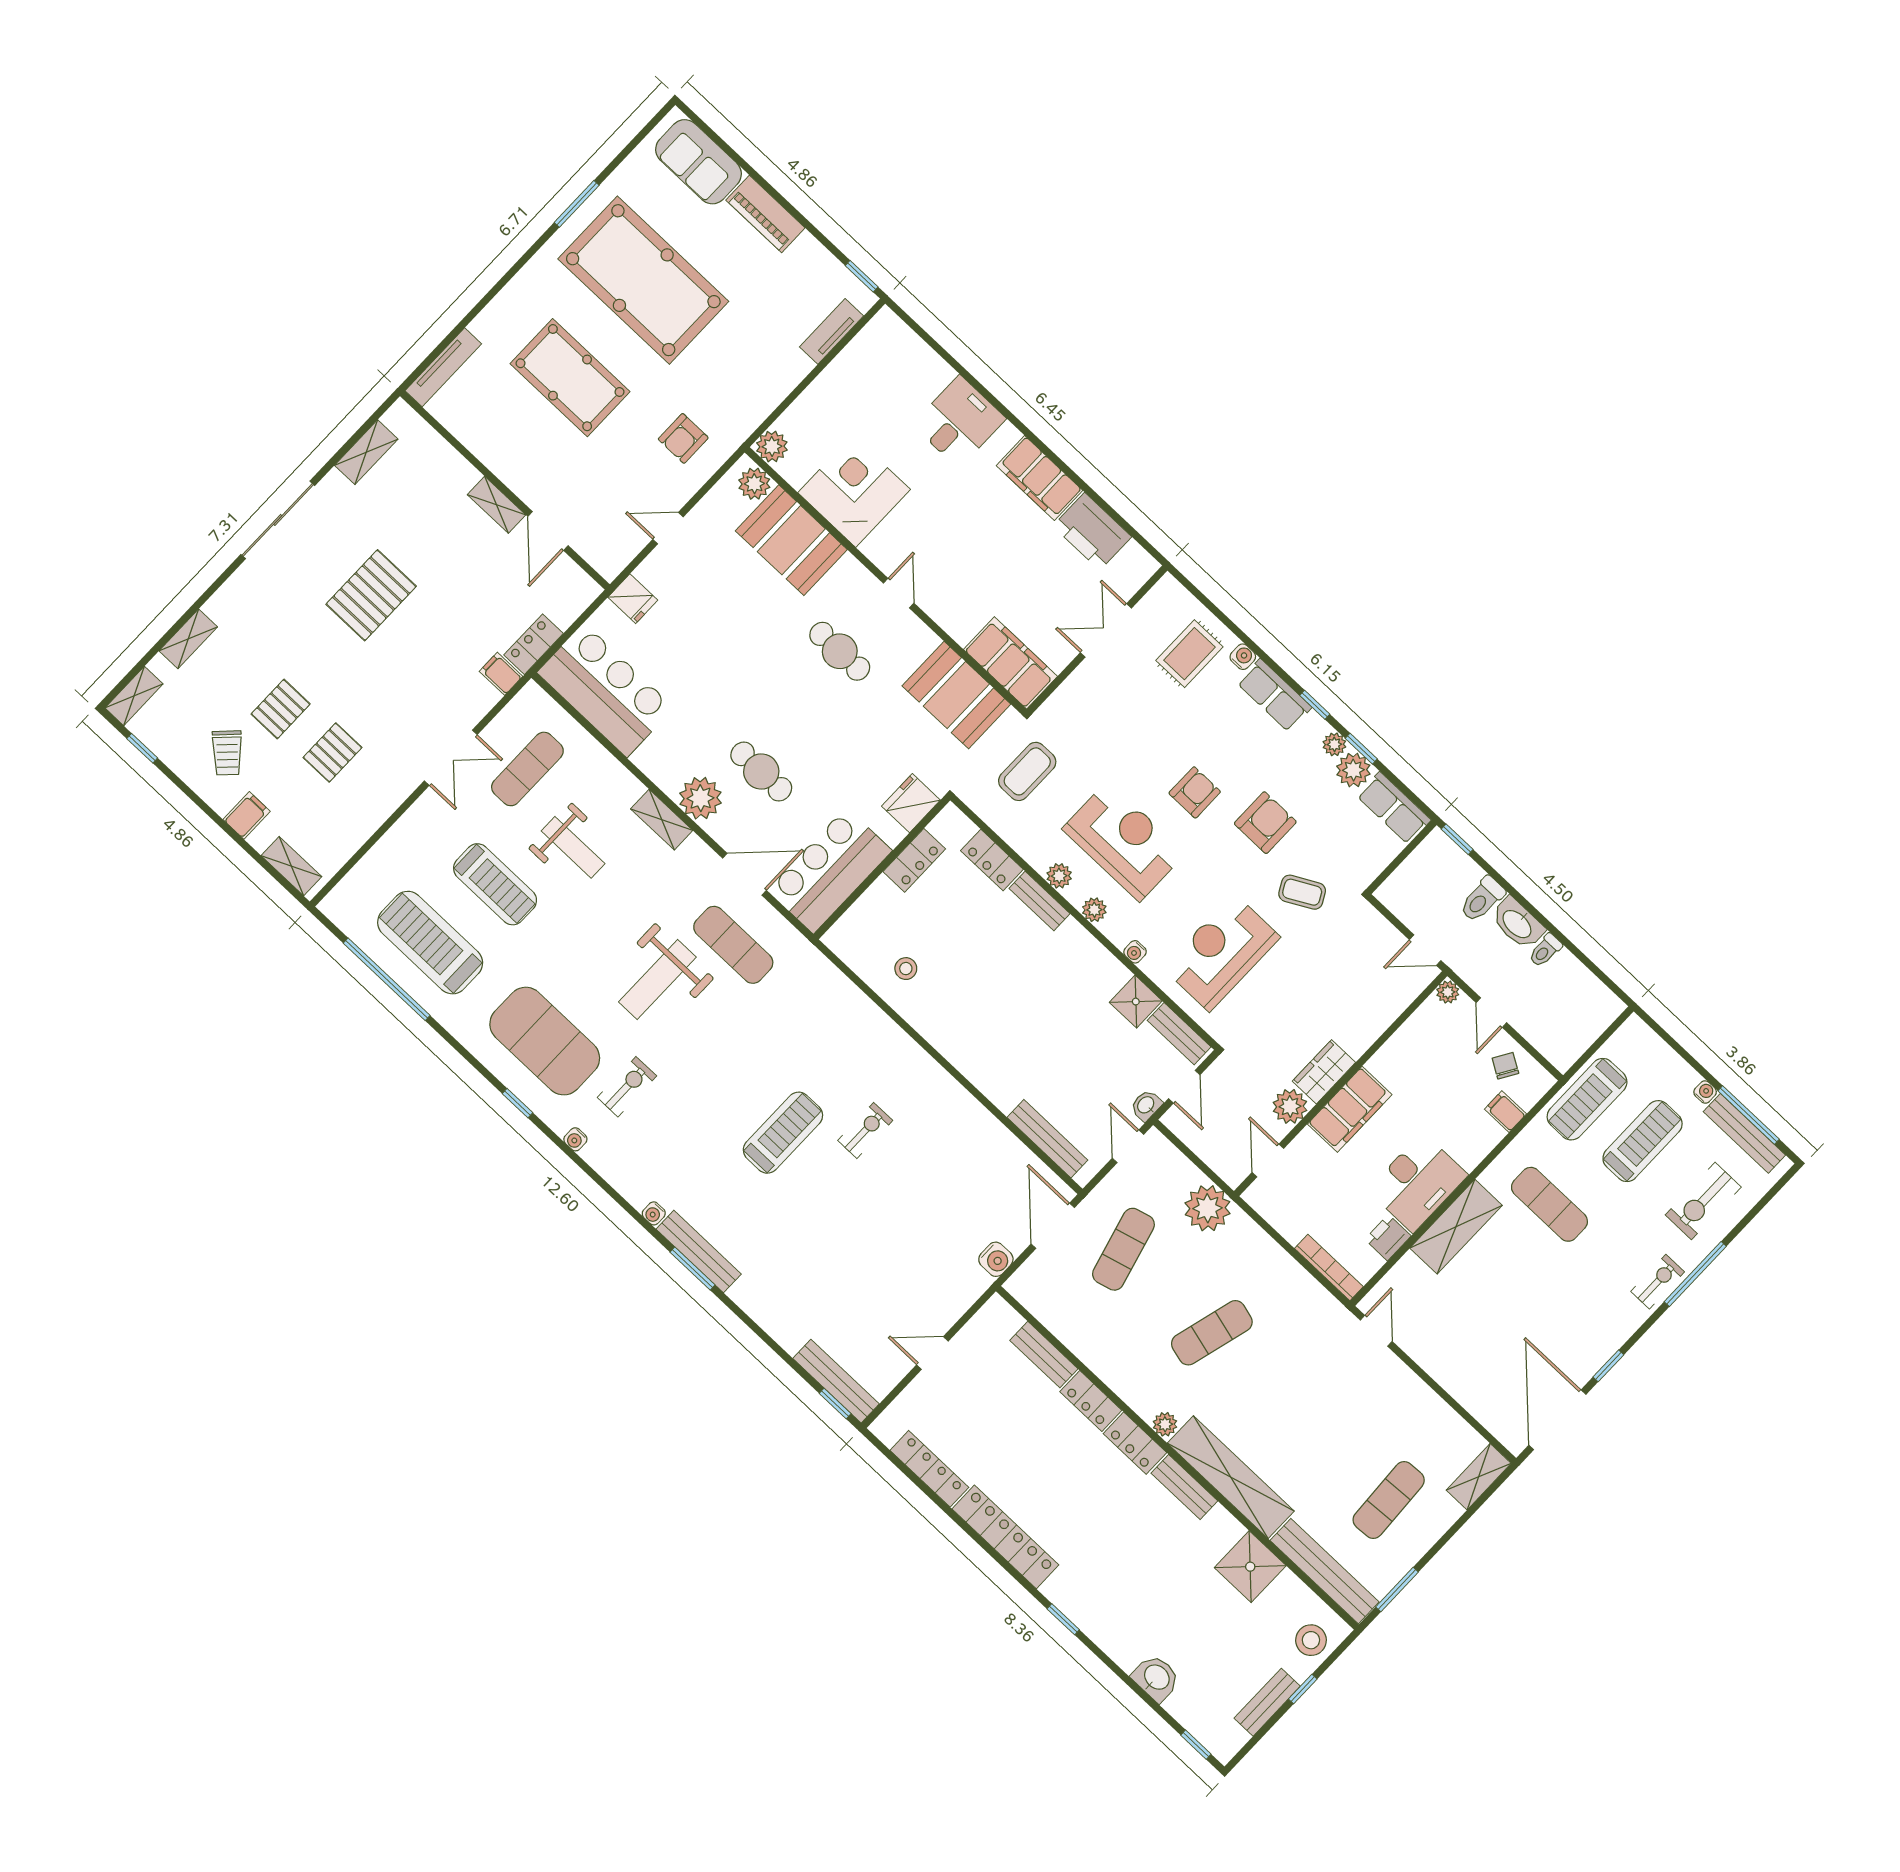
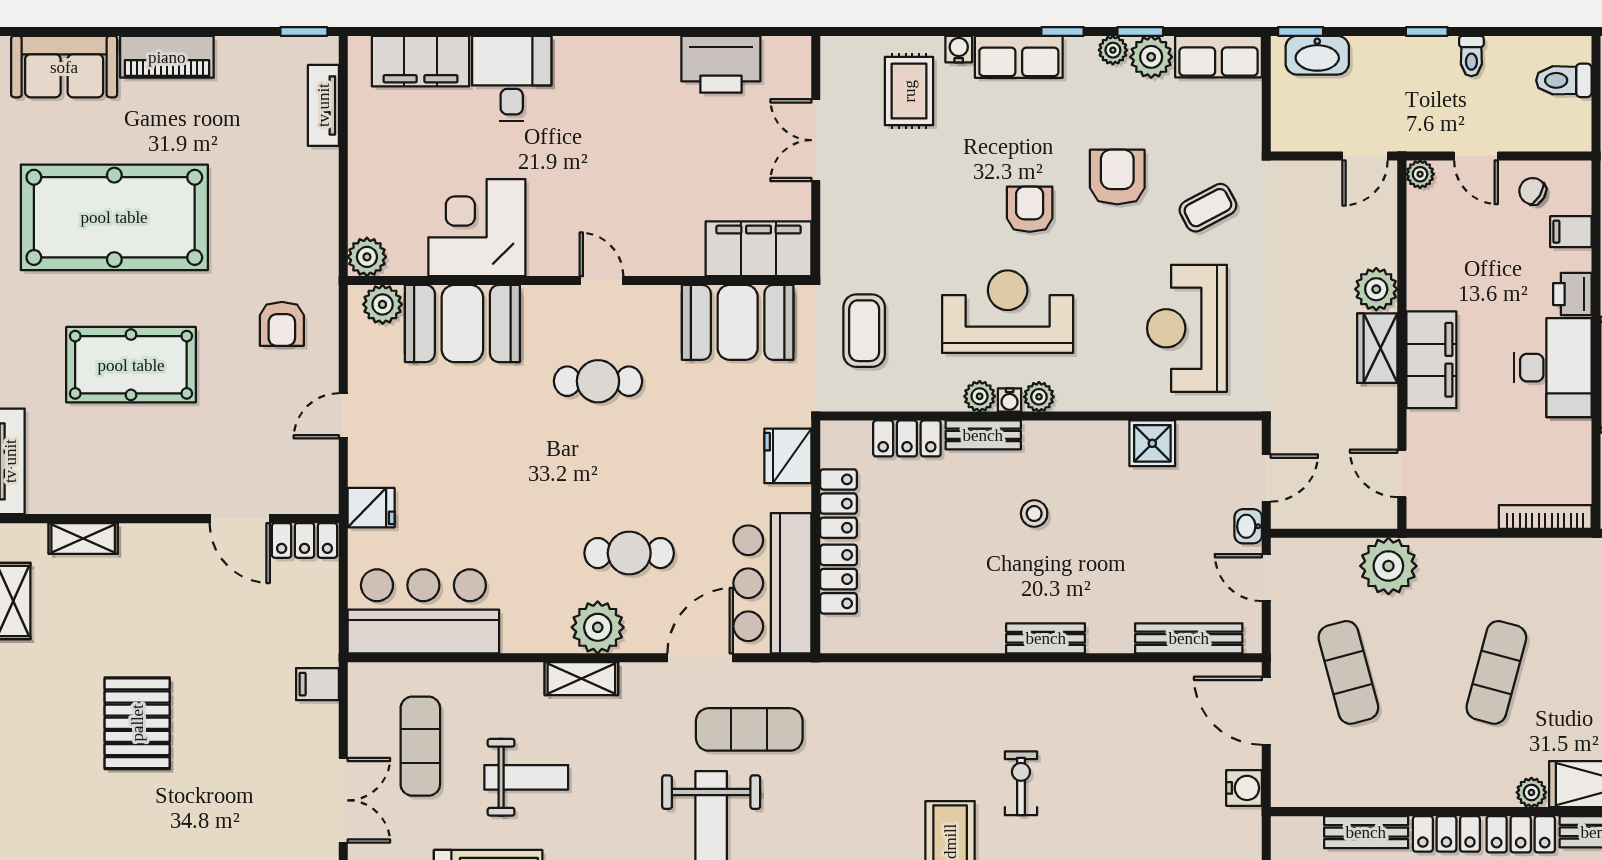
filing cabinet: (1040, 478) -> (421, 61), moved
shelving: (497, 505) -> (83, 538), moved
locker: (534, 644) -> (305, 540), moved, turned -90
toilet: (1482, 899) -> (1564, 80), moved, turned 90
locker: (872, 905) -> (839, 579), added
window: (1532, 911) -> (1427, 31), added
washbasin: (1518, 923) -> (1317, 55), moved
water cooler: (1135, 952) -> (1010, 400), moved
stool: (906, 969) -> (1034, 514), moved
bench: (1179, 1034) -> (1046, 638), moved
door: (1184, 1087) -> (1266, 478), hinge flipped
plant: (1290, 1106) -> (1376, 289), moved
printer: (1388, 1238) -> (1572, 294), moved

